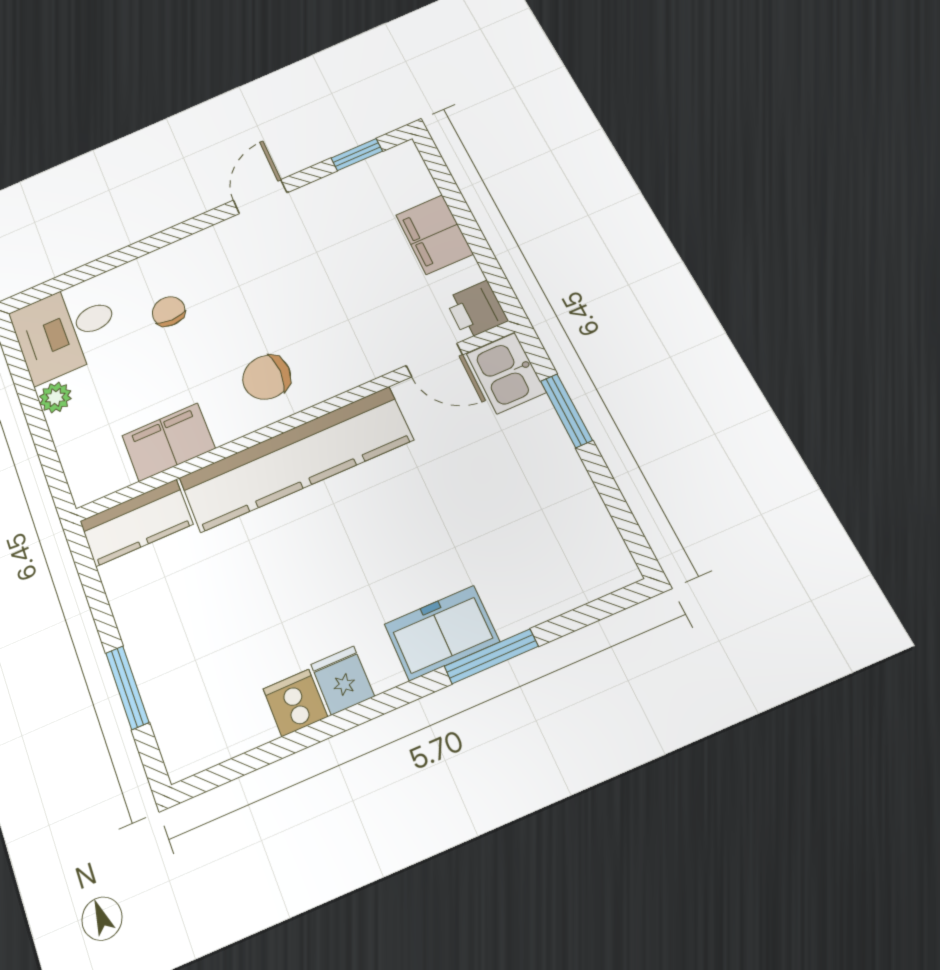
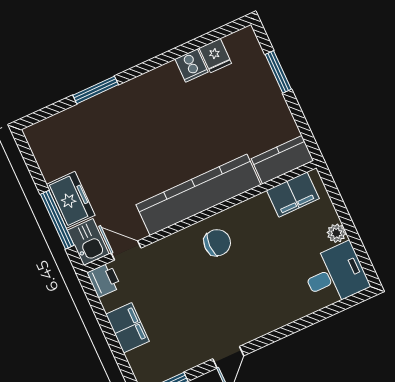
chair: (169, 311) -> (276, 285), removed
window: (566, 411) -> (57, 220), width x1.44
filing cabinet: (168, 442) -> (293, 194), moved
freezer: (442, 633) -> (71, 200), moved, turned -90
fridge: (343, 680) -> (215, 56), moved

